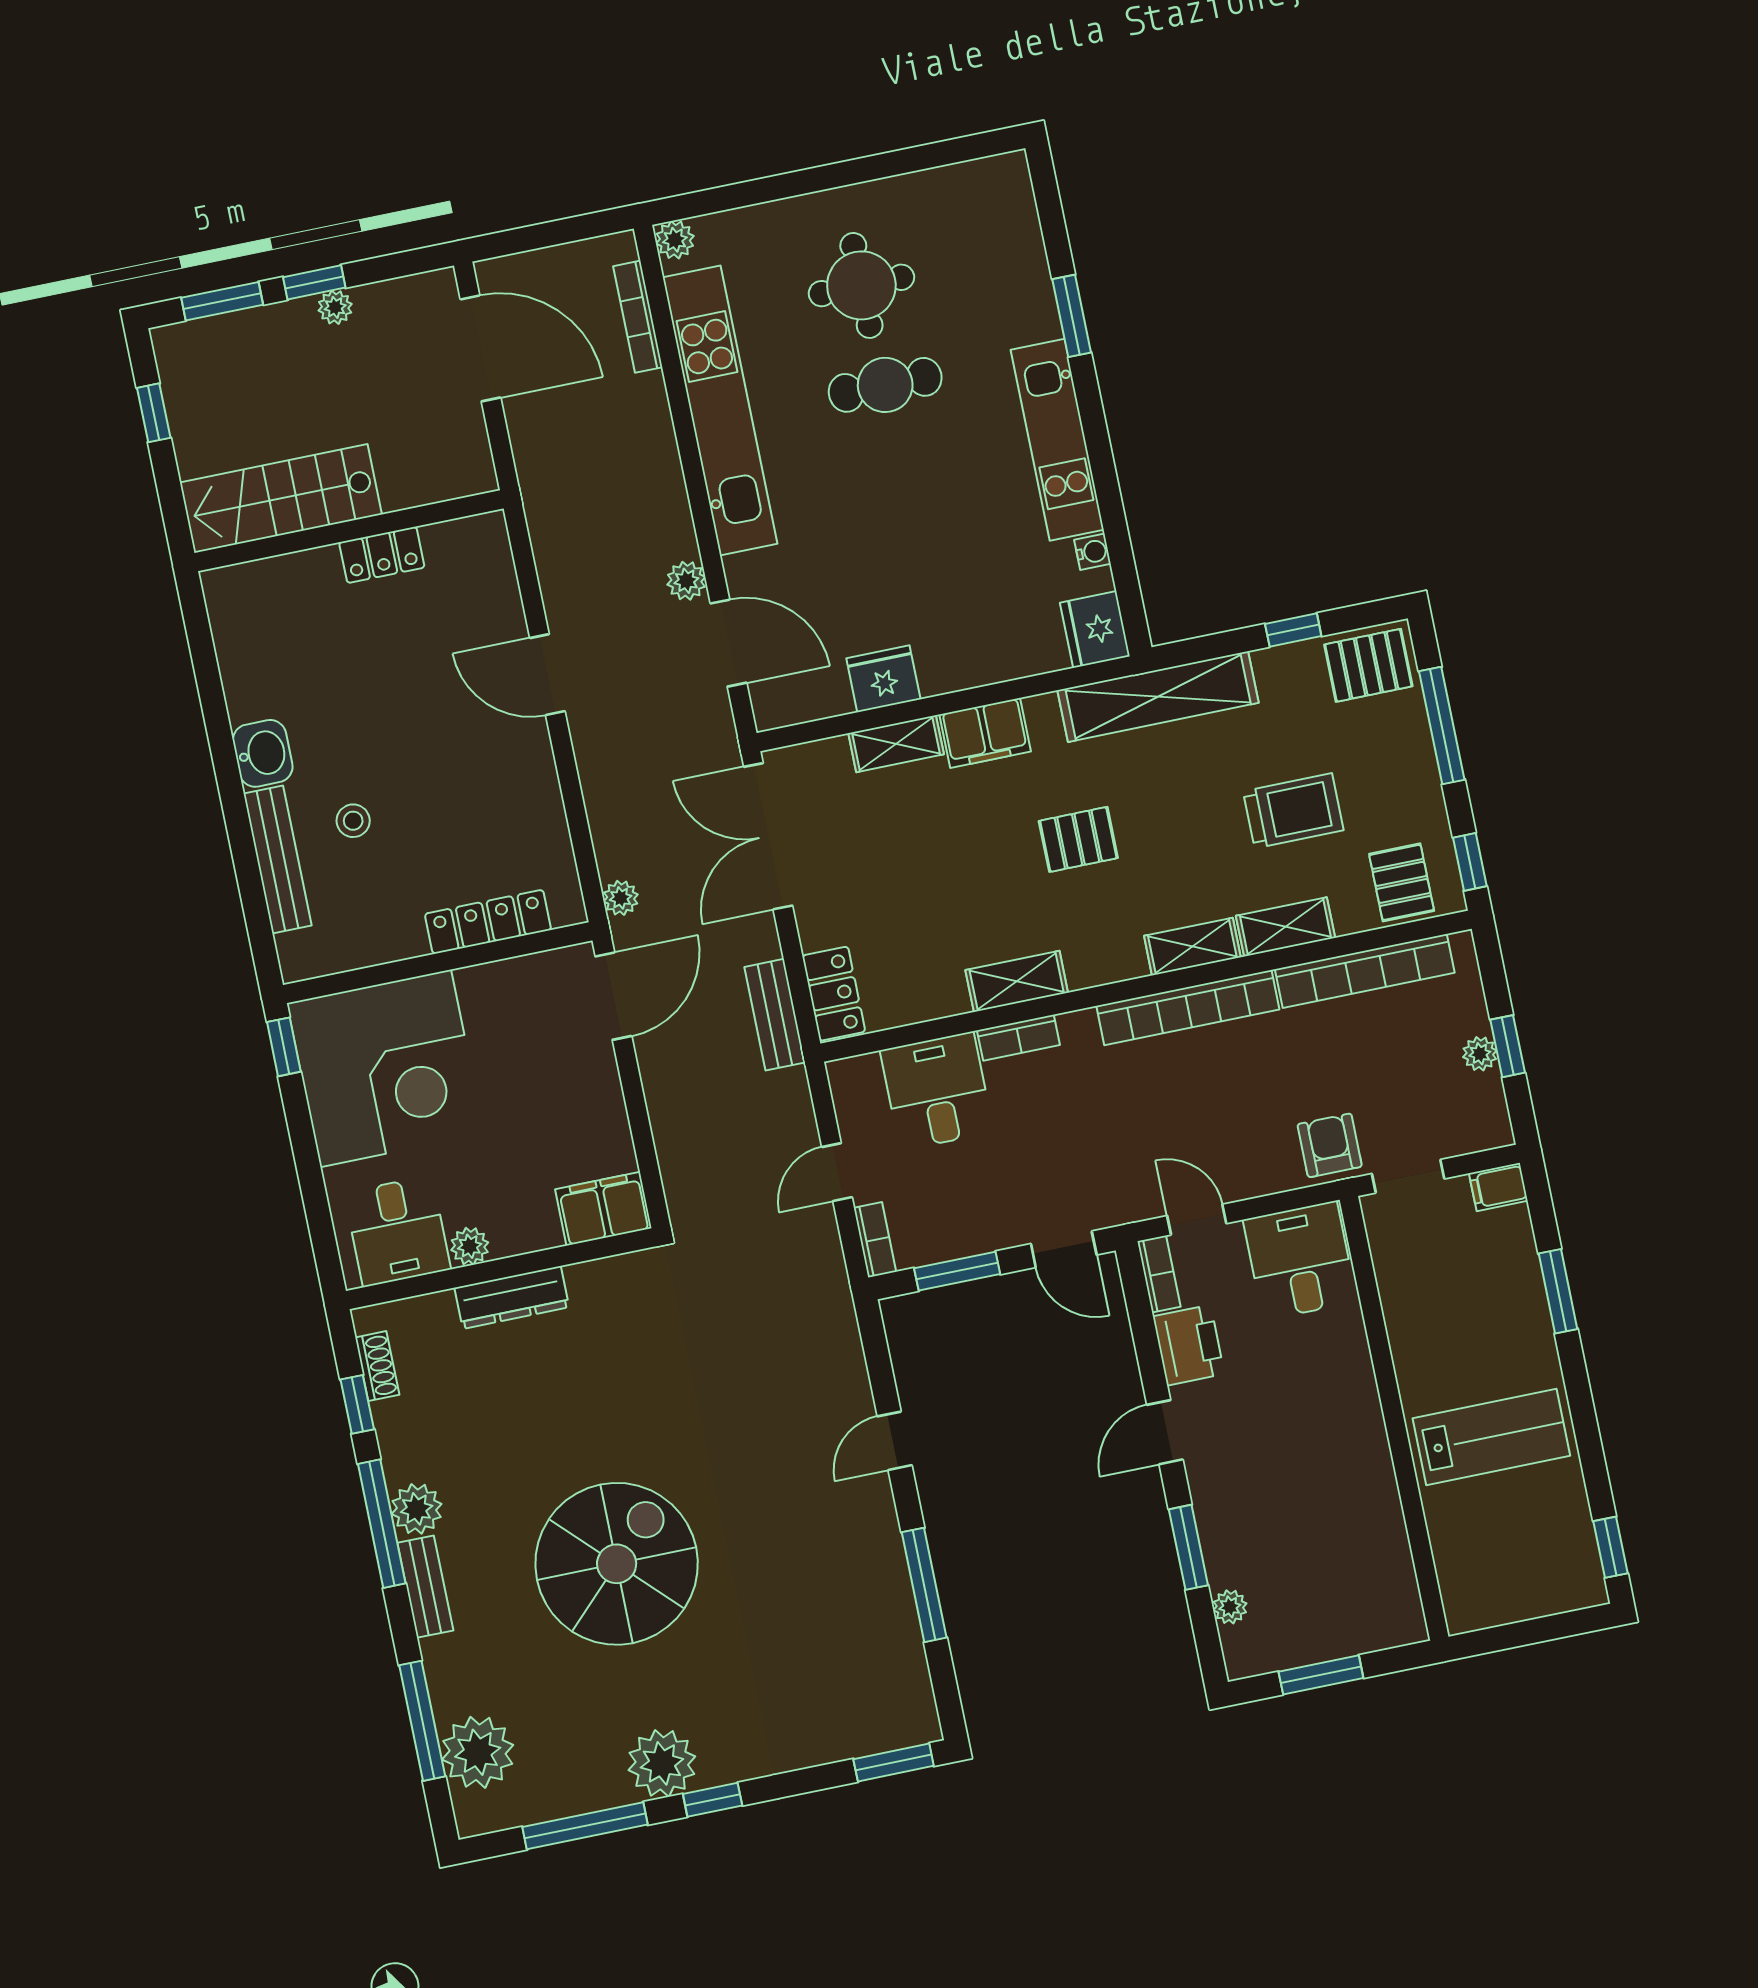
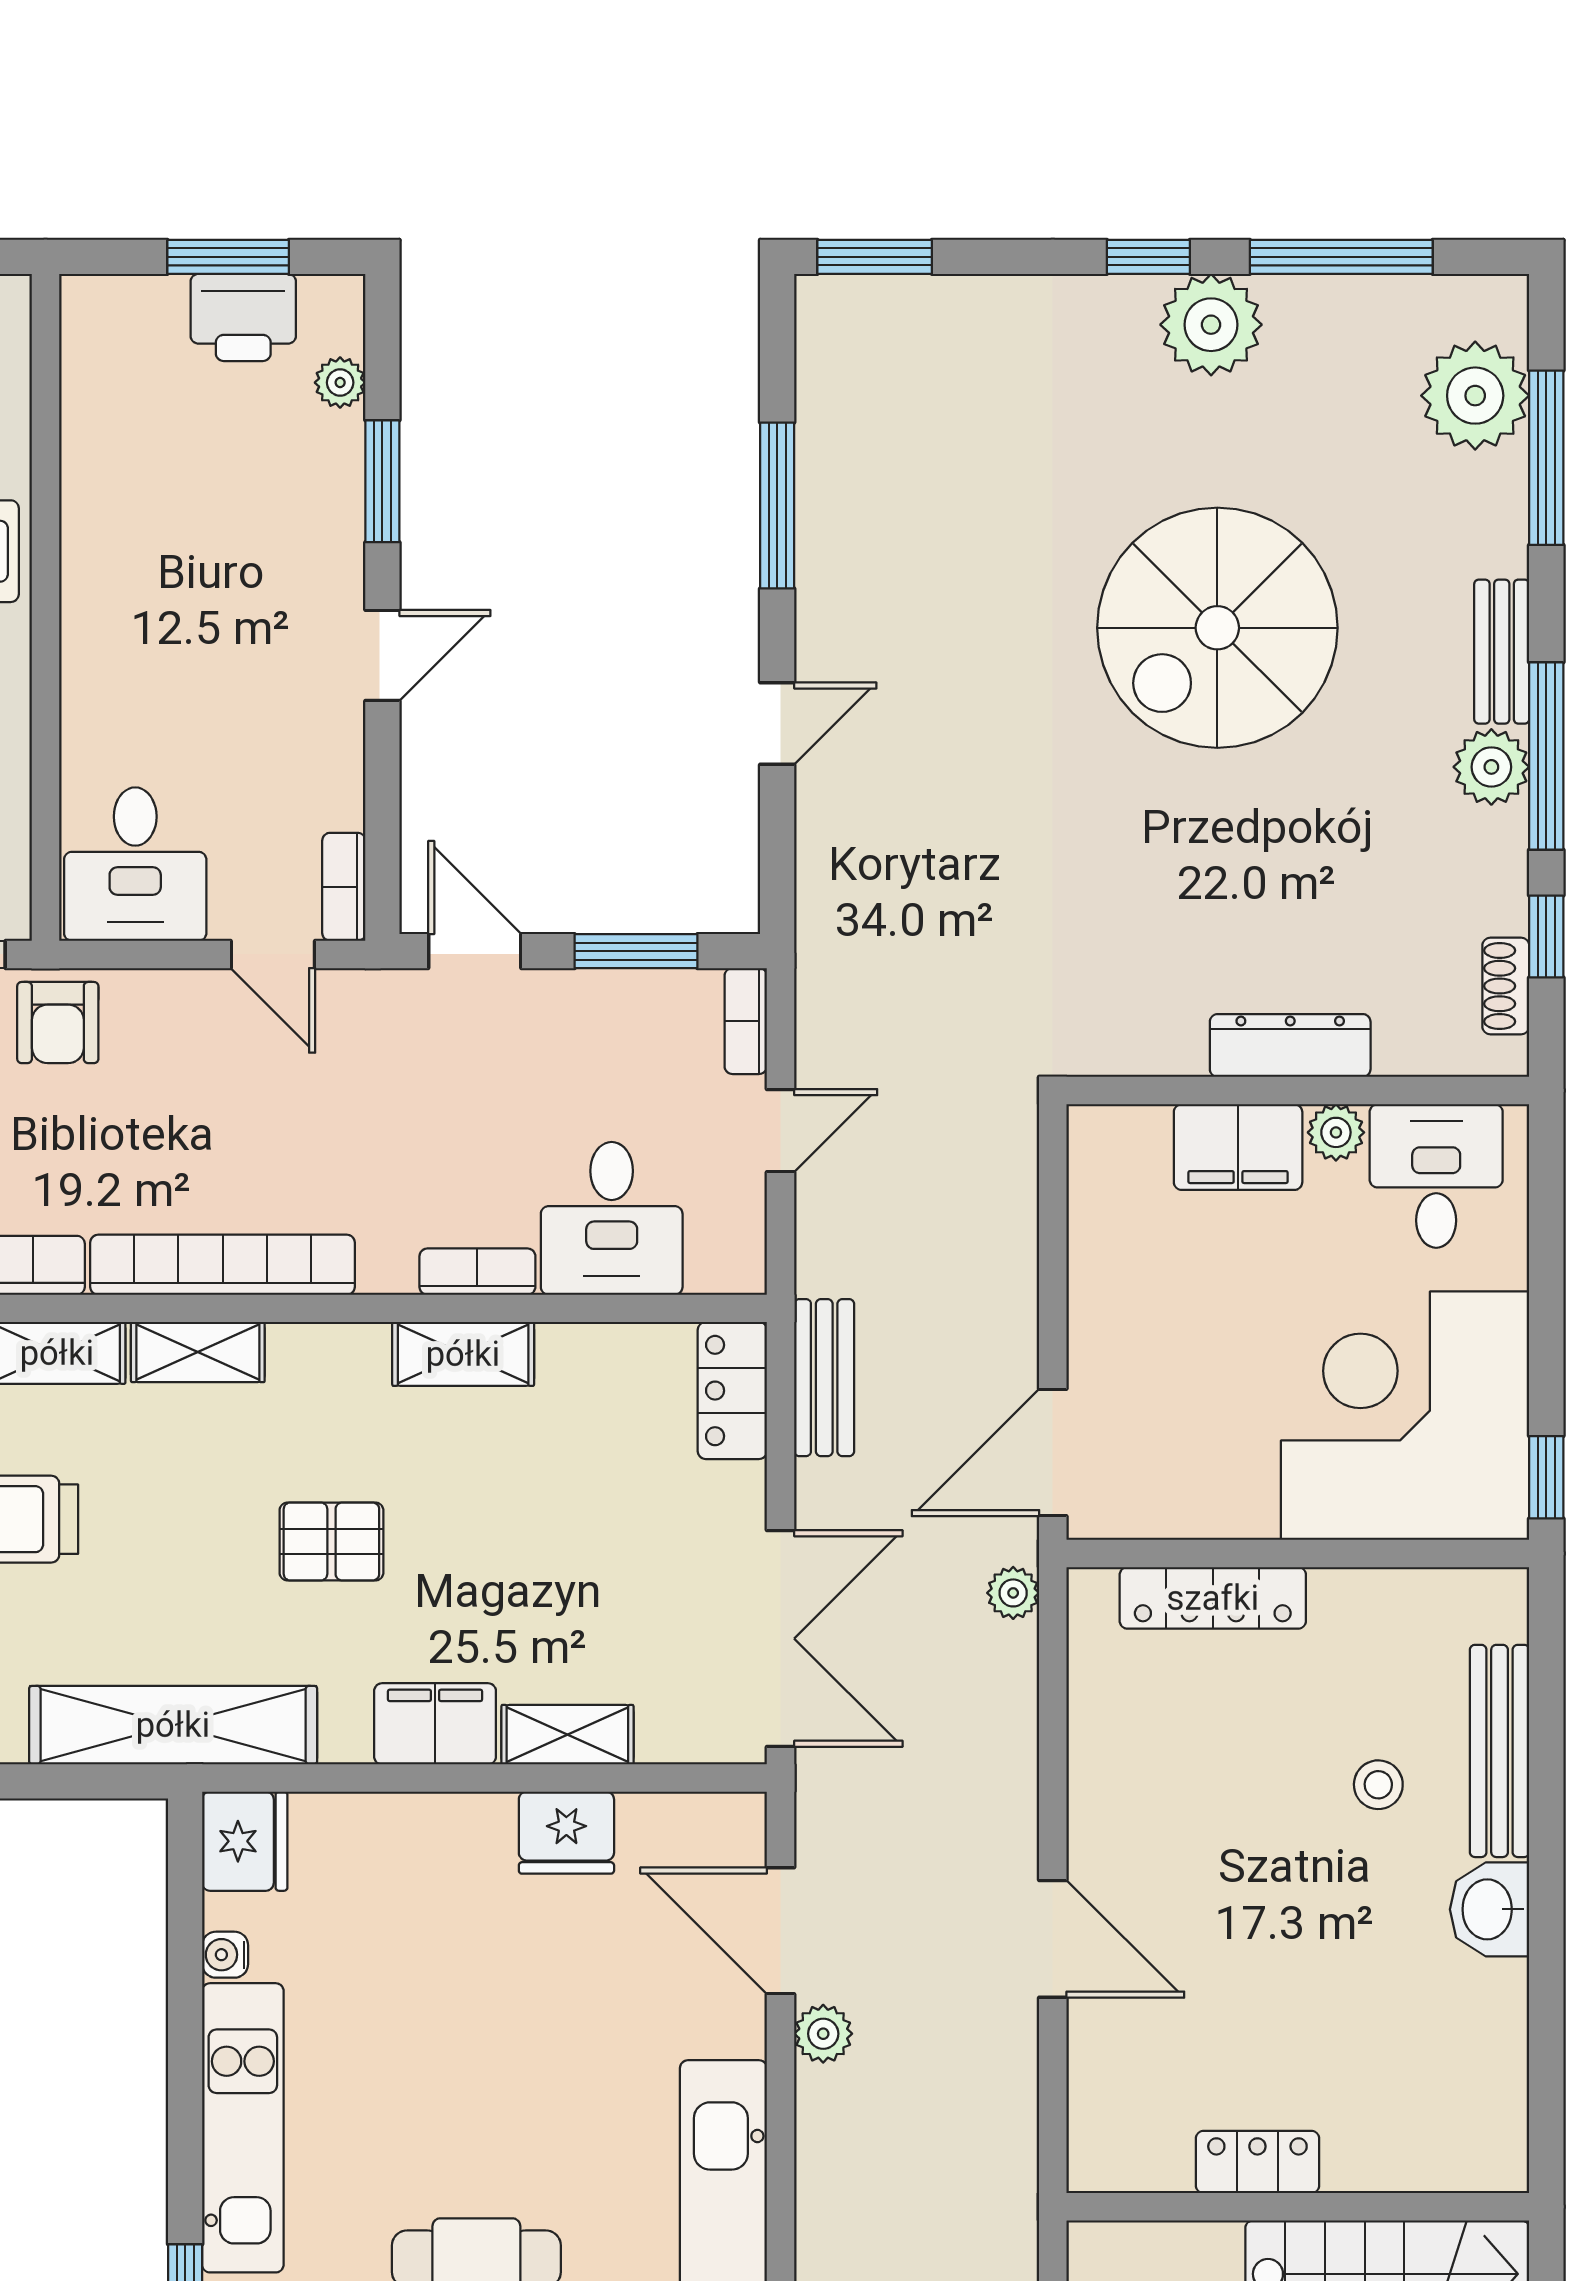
filing cabinet: (603, 1209) -> (1238, 1147), moved
printer: (1189, 1345) -> (243, 317), moved, turned -90

